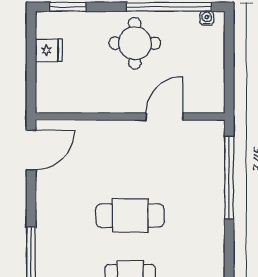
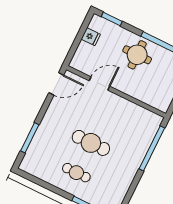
door: (164, 117) -> (99, 83), moved

